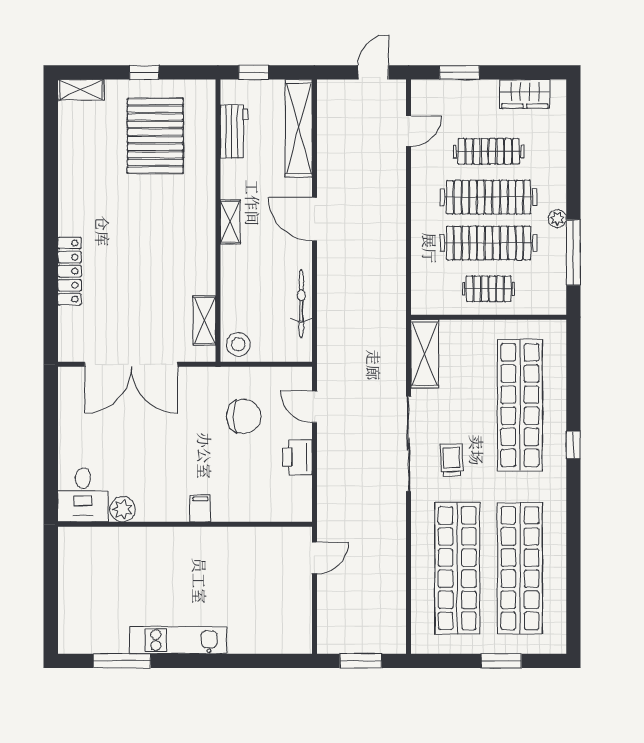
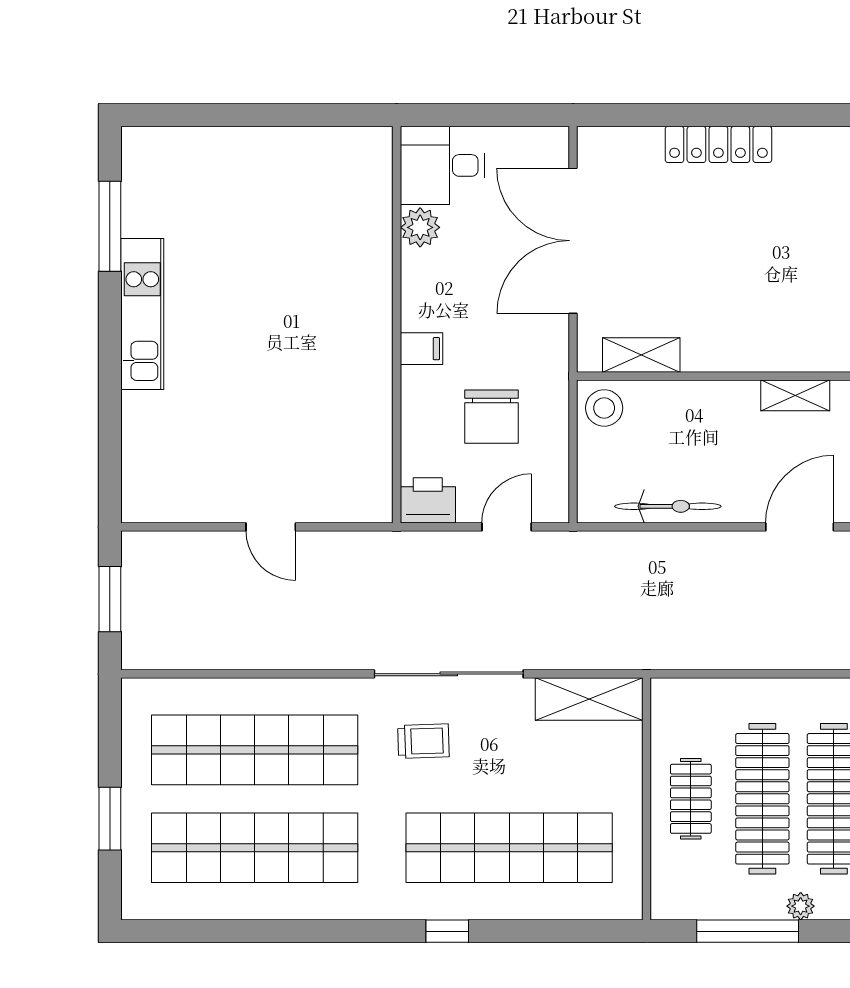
desk: (83, 495) -> (442, 165), moved
filing cabinet: (200, 508) -> (421, 349), moved
plant: (123, 509) -> (420, 227), moved
wall: (185, 524) -> (397, 325), moved

